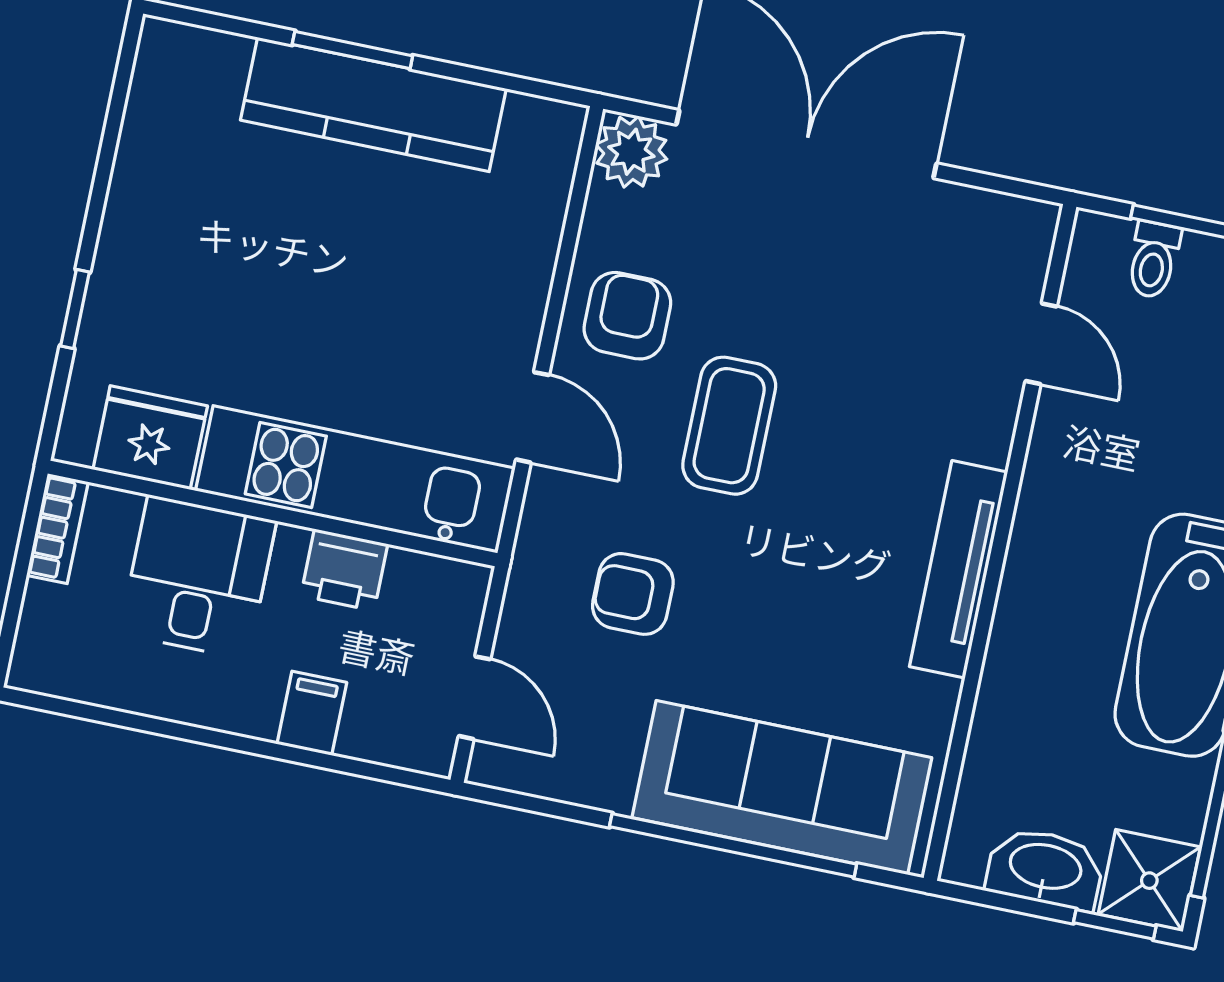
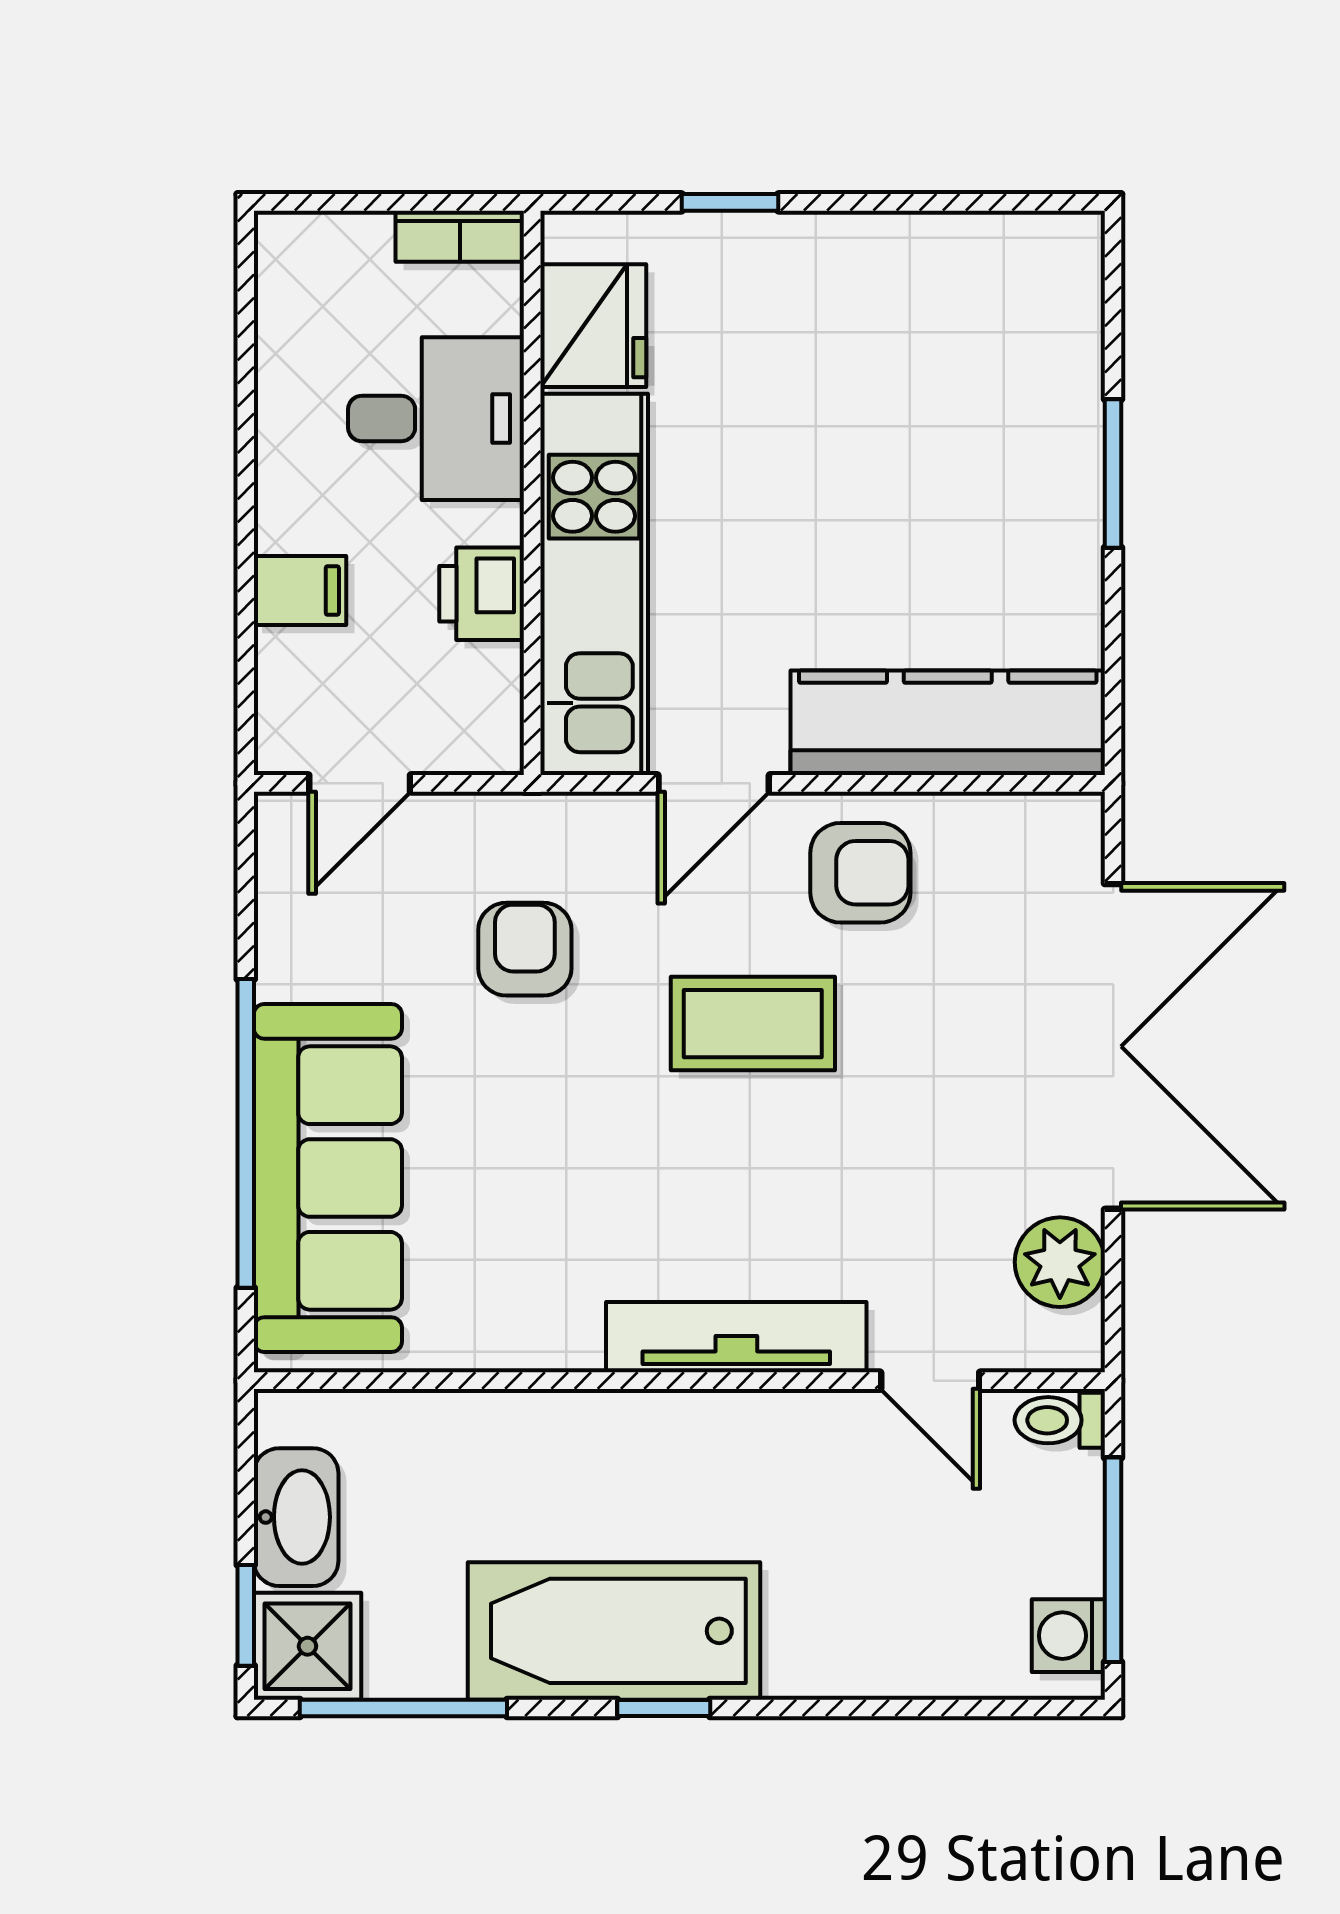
kitchen counter: (373, 104) -> (948, 723), moved, turned 90
plant: (631, 152) -> (1060, 1262), moved
toilet: (1153, 260) -> (1060, 1420), moved
door: (1041, 344) -> (930, 1381), hinge flipped
tv unit: (959, 569) -> (736, 1337), moved

